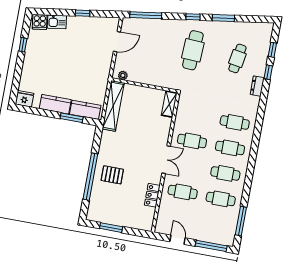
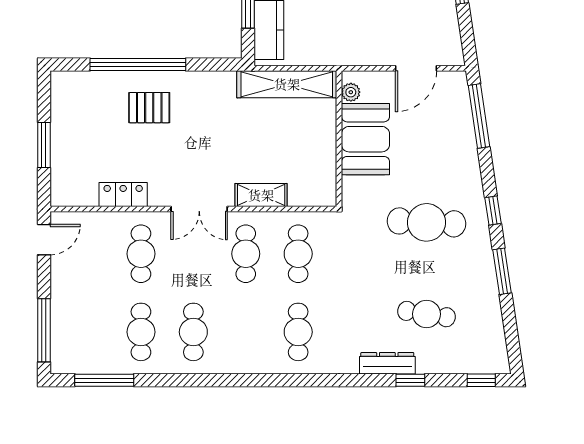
door: (117, 42) -> (416, 68), hinge flipped
window: (272, 50) -> (481, 380), moved
booth: (147, 73) -> (365, 139), added
dresser: (257, 86) -> (387, 363), width x1.44
shelving: (169, 104) -> (261, 195), moved
cafe table: (230, 148) -> (298, 254), moved
pallet: (112, 175) -> (149, 108), turned 90
window: (111, 228) -> (44, 145), moved
door: (177, 240) -> (44, 240), moved

